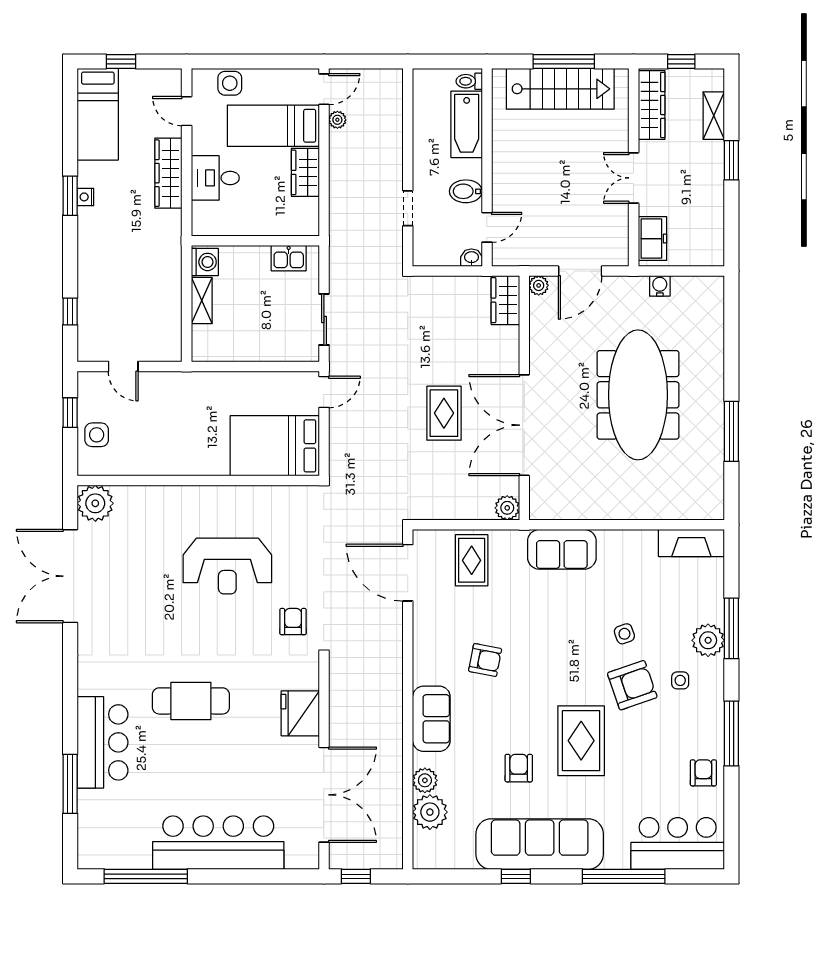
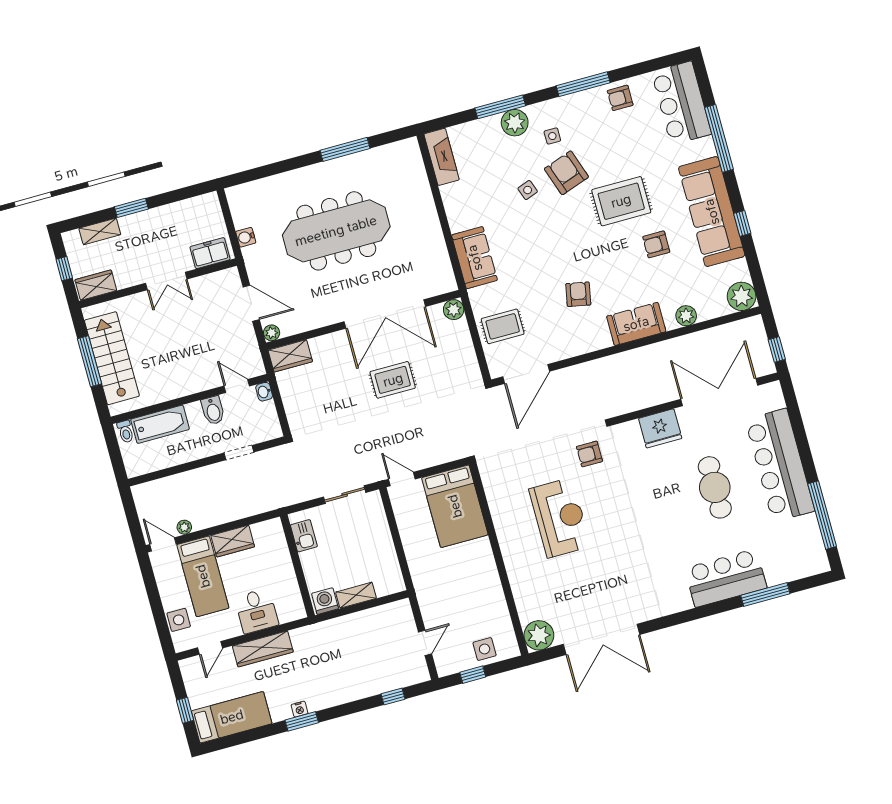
wardrobe: (652, 105) -> (96, 285), width x0.67
cafe table: (191, 701) -> (715, 487), moved
plant: (430, 812) -> (742, 296), moved

